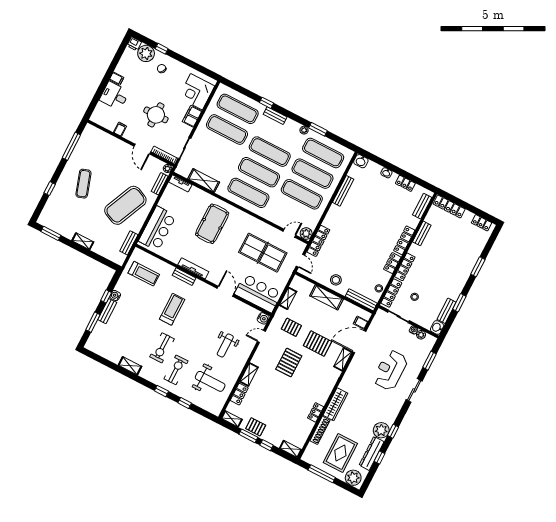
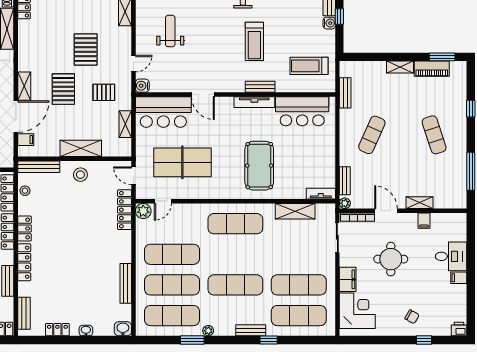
plant: (146, 53) -> (439, 325), removed
shelving: (117, 143) -> (420, 203), added
exercise mat: (259, 172) -> (235, 254), removed
exercise mat: (125, 205) -> (372, 135), width x0.50, depth x0.69
bar counter: (157, 228) -> (302, 111), moved, turned -90
piano: (62, 229) -> (432, 69), added
pallet: (318, 344) -> (63, 89), turned 90

